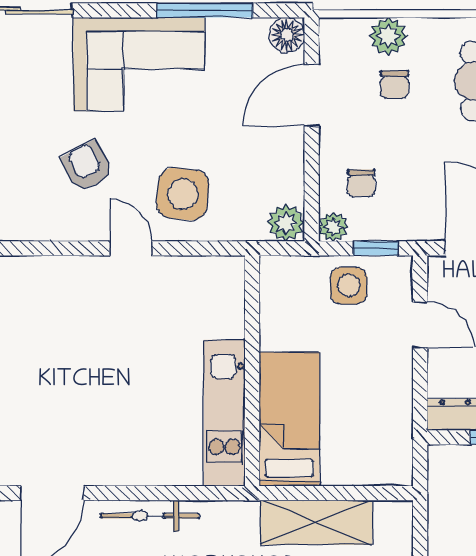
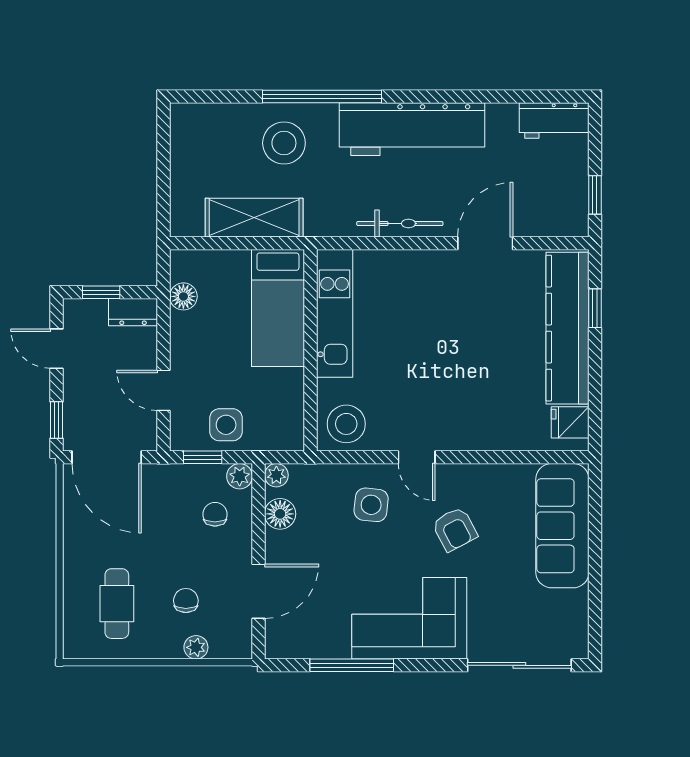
floor lamp: (287, 35) -> (280, 514), moved
plant: (388, 36) -> (196, 647), width x0.73, depth x0.73
side table: (183, 194) -> (371, 505), width x0.73, depth x0.73
plant: (286, 223) -> (276, 475), width x0.73, depth x0.73
stool: (211, 287) -> (346, 424), added
floor lamp: (397, 432) -> (183, 296), added

